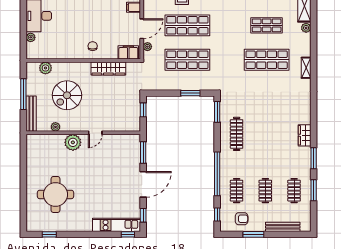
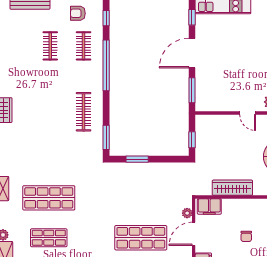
chair: (93, 46) -> (246, 236), moved
shop shelf: (187, 60) -> (141, 198), removed
door: (95, 133) -> (248, 113), swing flipped
clothes rail: (294, 191) -> (17, 46), removed

